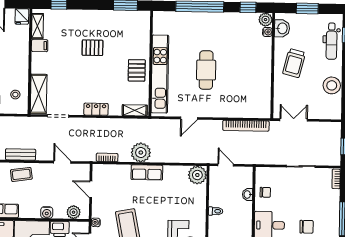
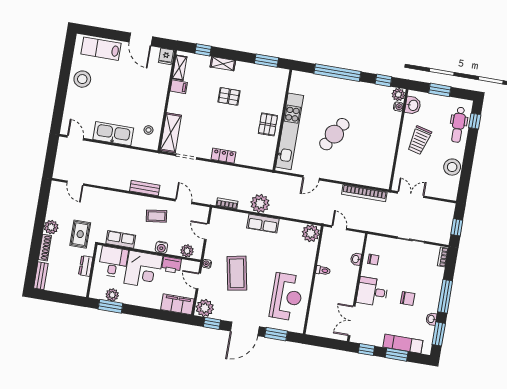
cafe table: (206, 70) -> (334, 134), turned 31
shelving: (135, 110) -> (223, 64), moved
coffee table: (21, 174) -> (156, 216), moved

